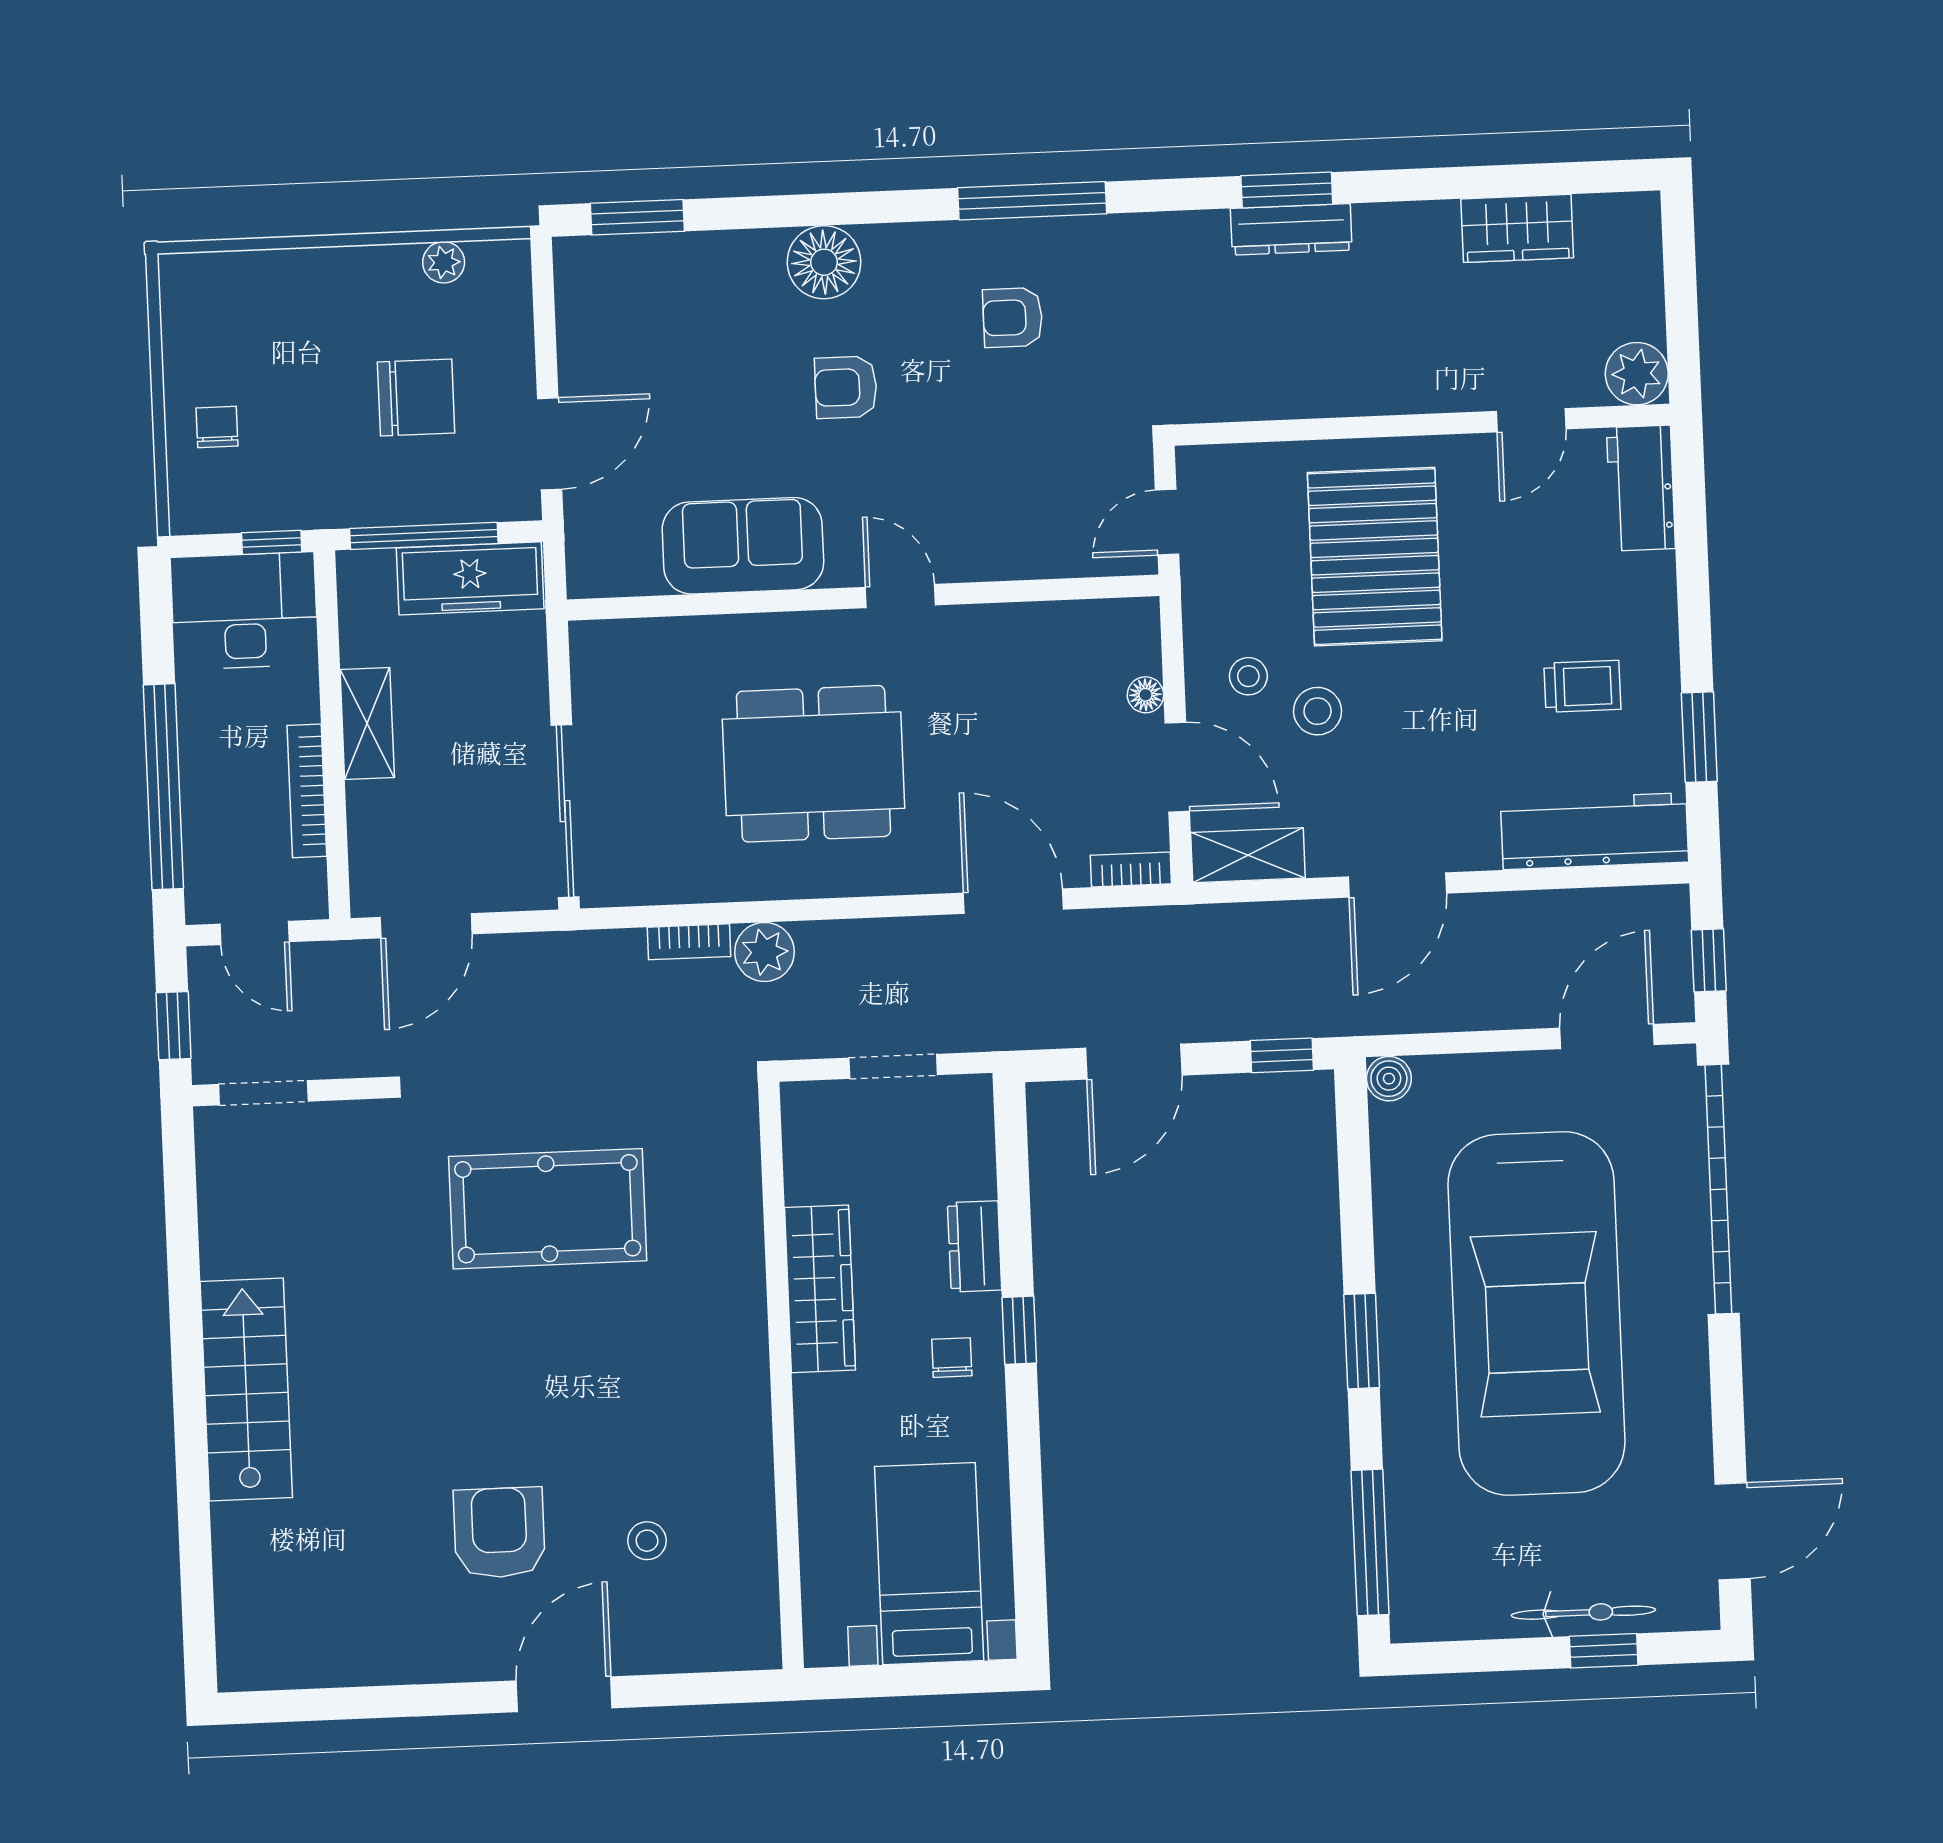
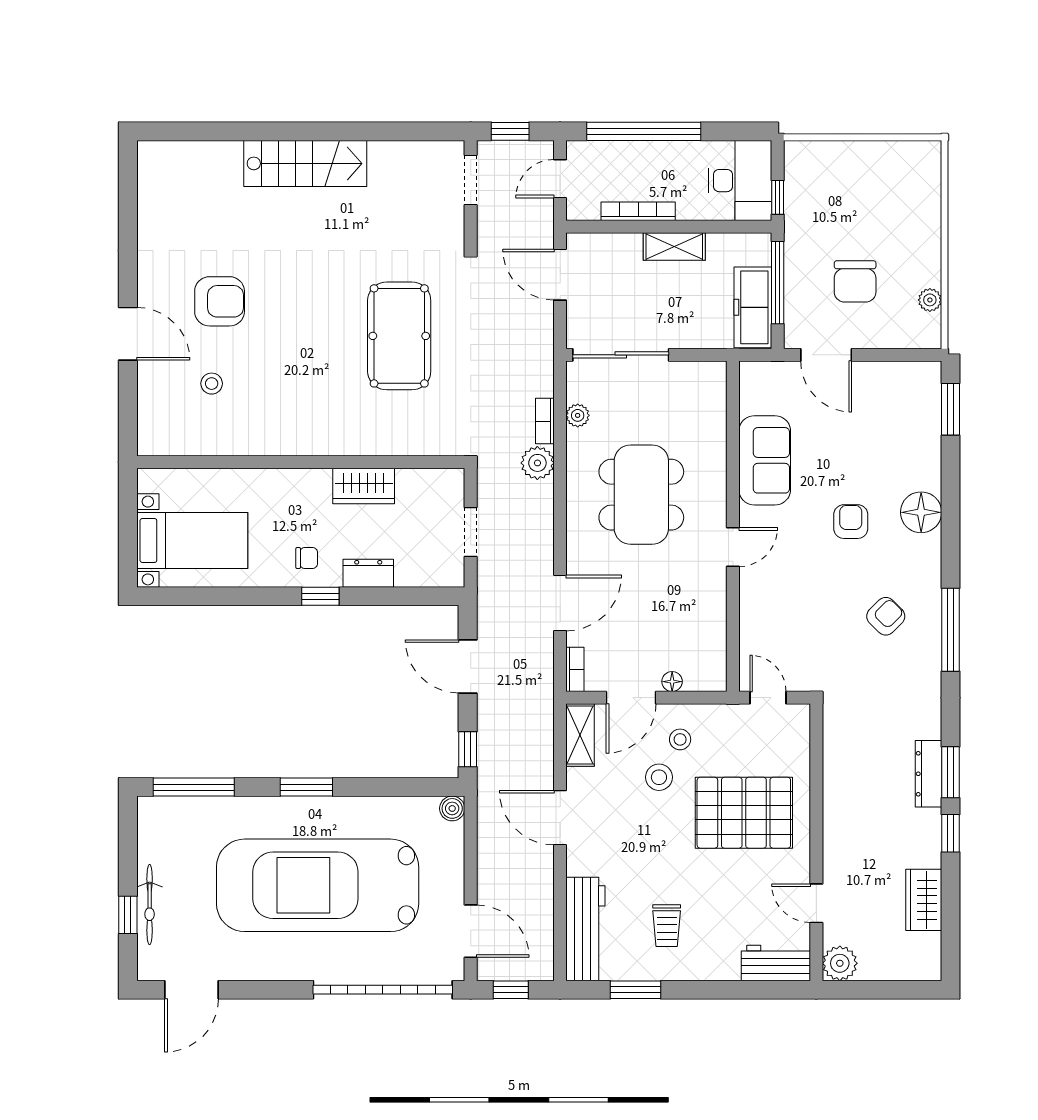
window: (1396, 185) -> (950, 833), added
armchair: (1013, 317) -> (886, 616), turned 45
chair: (217, 427) -> (843, 170), removed
plant: (677, 884) -> (578, 415), added
wardrobe: (820, 1289) -> (364, 486), width x0.67
door: (1733, 1531) -> (191, 990), hinge flipped

